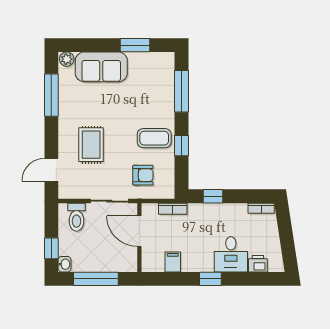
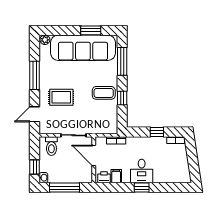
sofa: (101, 67) -> (83, 48), width x1.85, depth x1.27
window: (51, 95) -> (35, 75), moved
rug: (91, 145) -> (61, 97), turned 90
armchair: (143, 175) -> (96, 118), removed
window: (213, 196) -> (157, 132), moved
desk: (231, 254) -> (142, 171), moved
printer: (258, 264) -> (104, 177), moved

